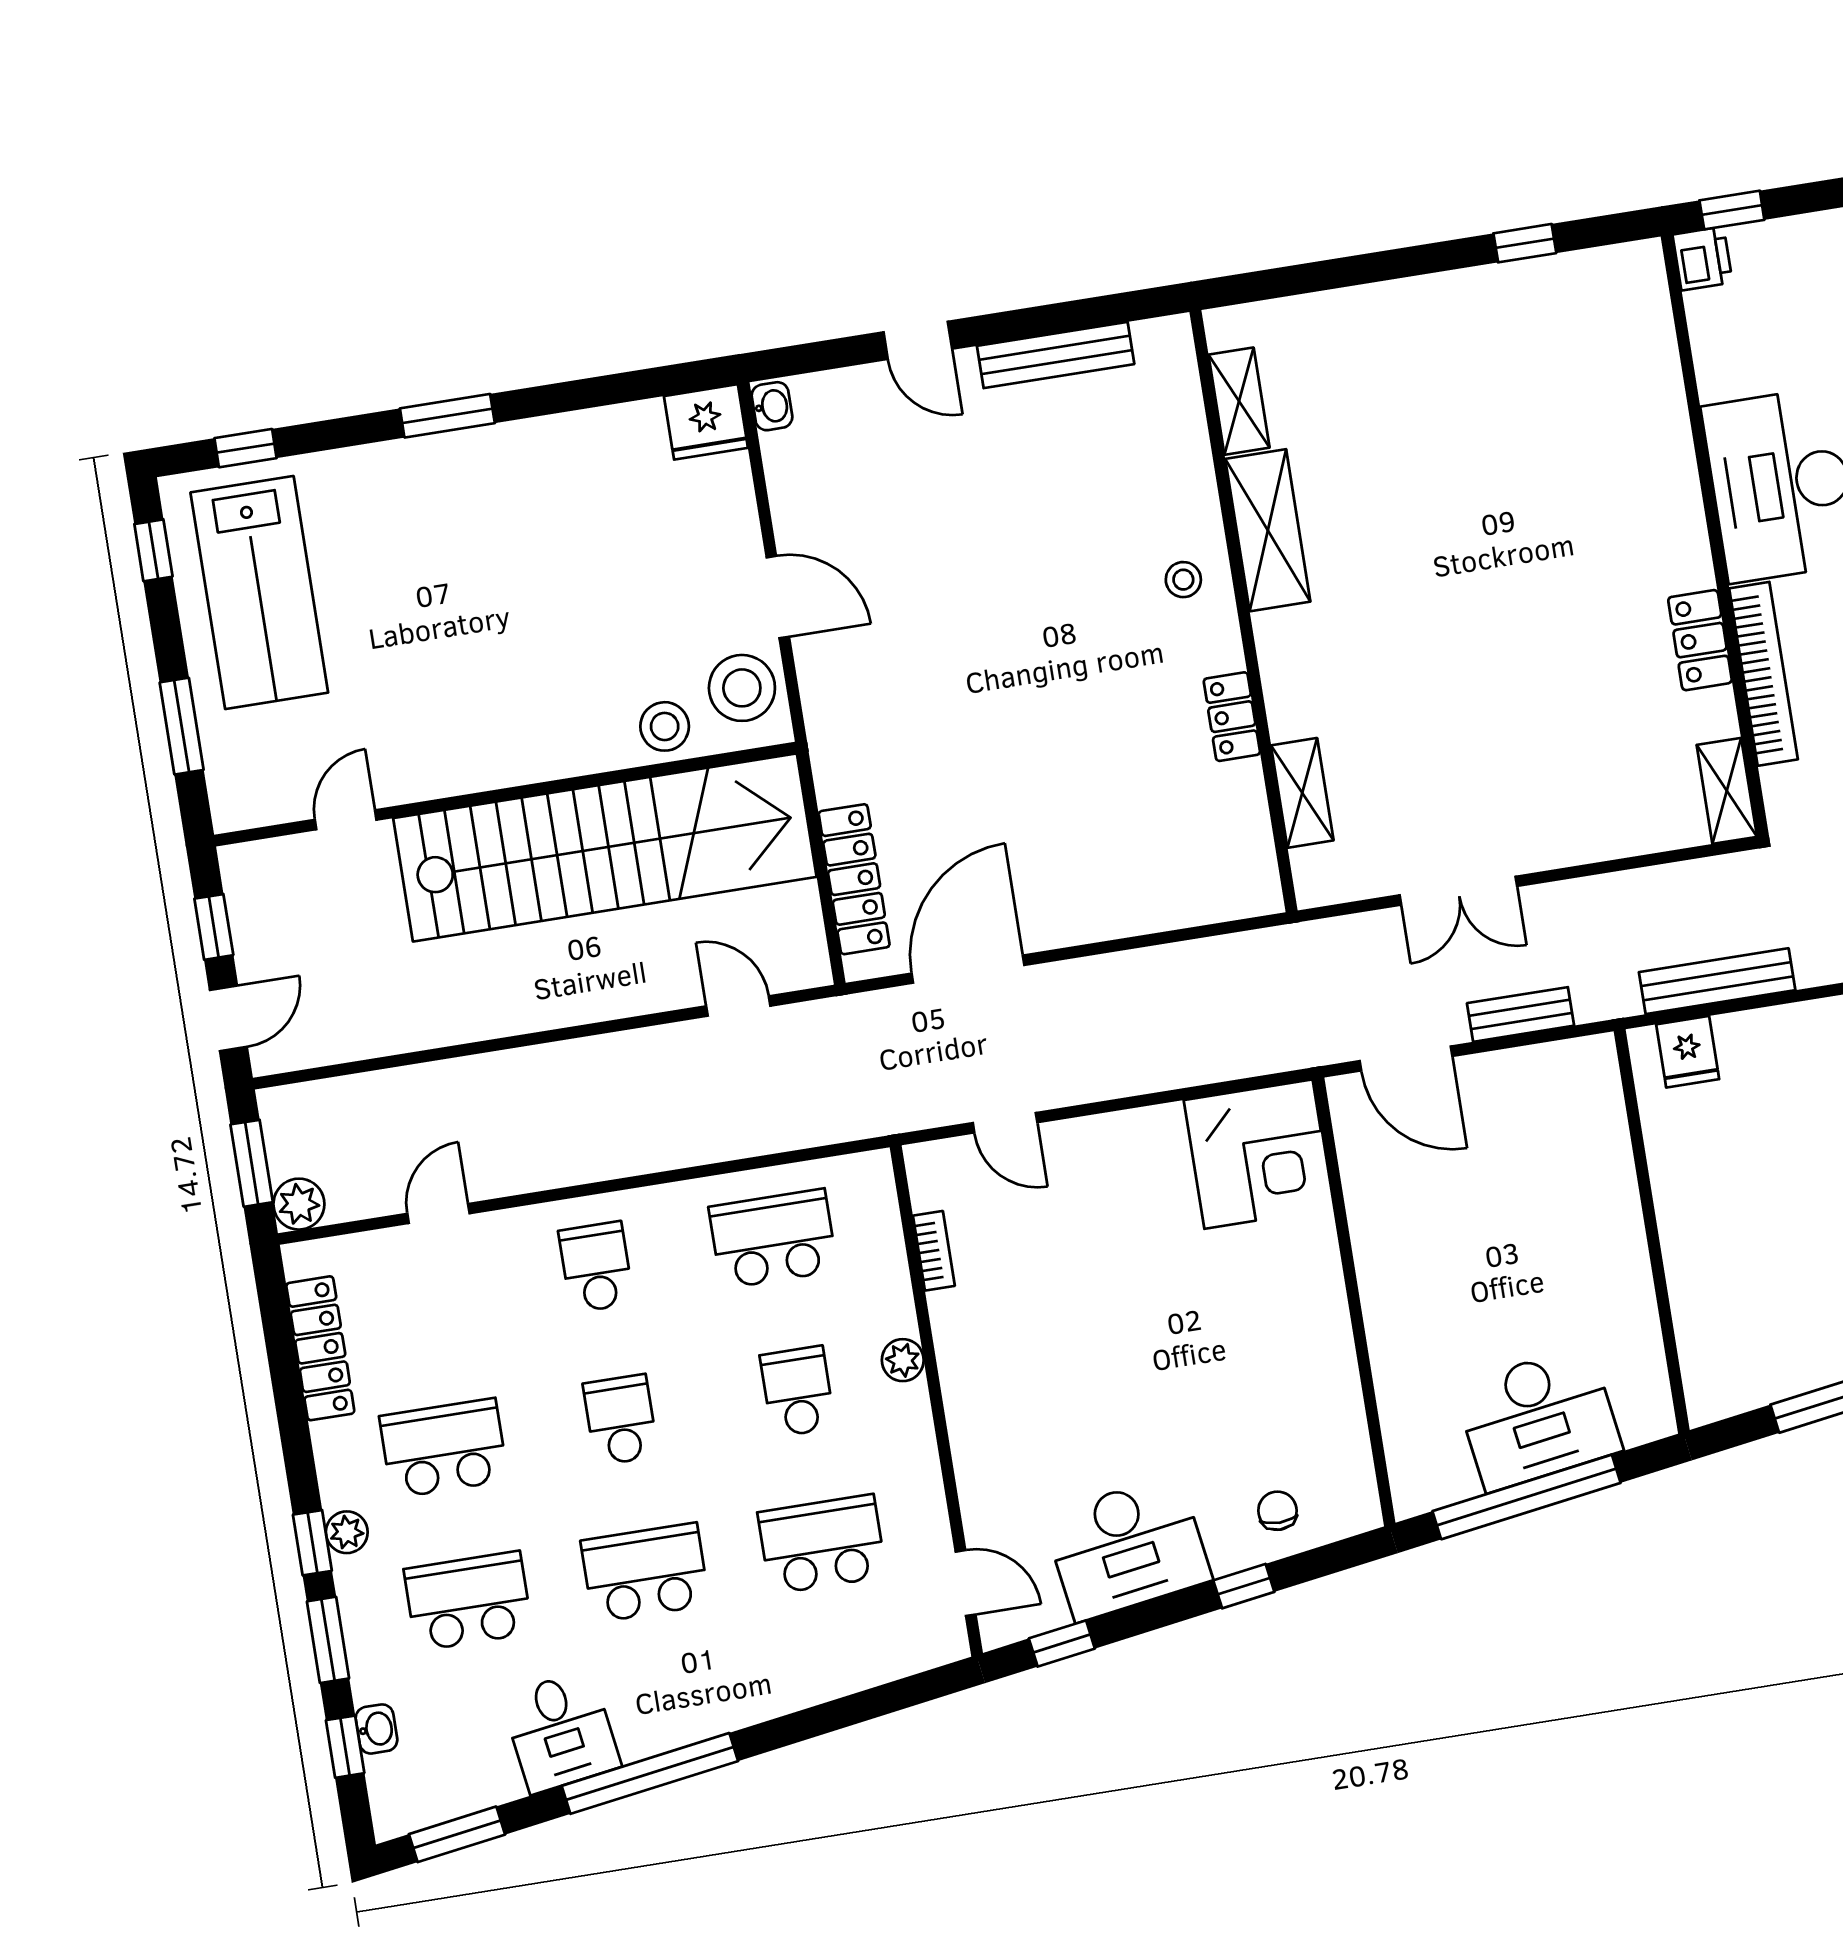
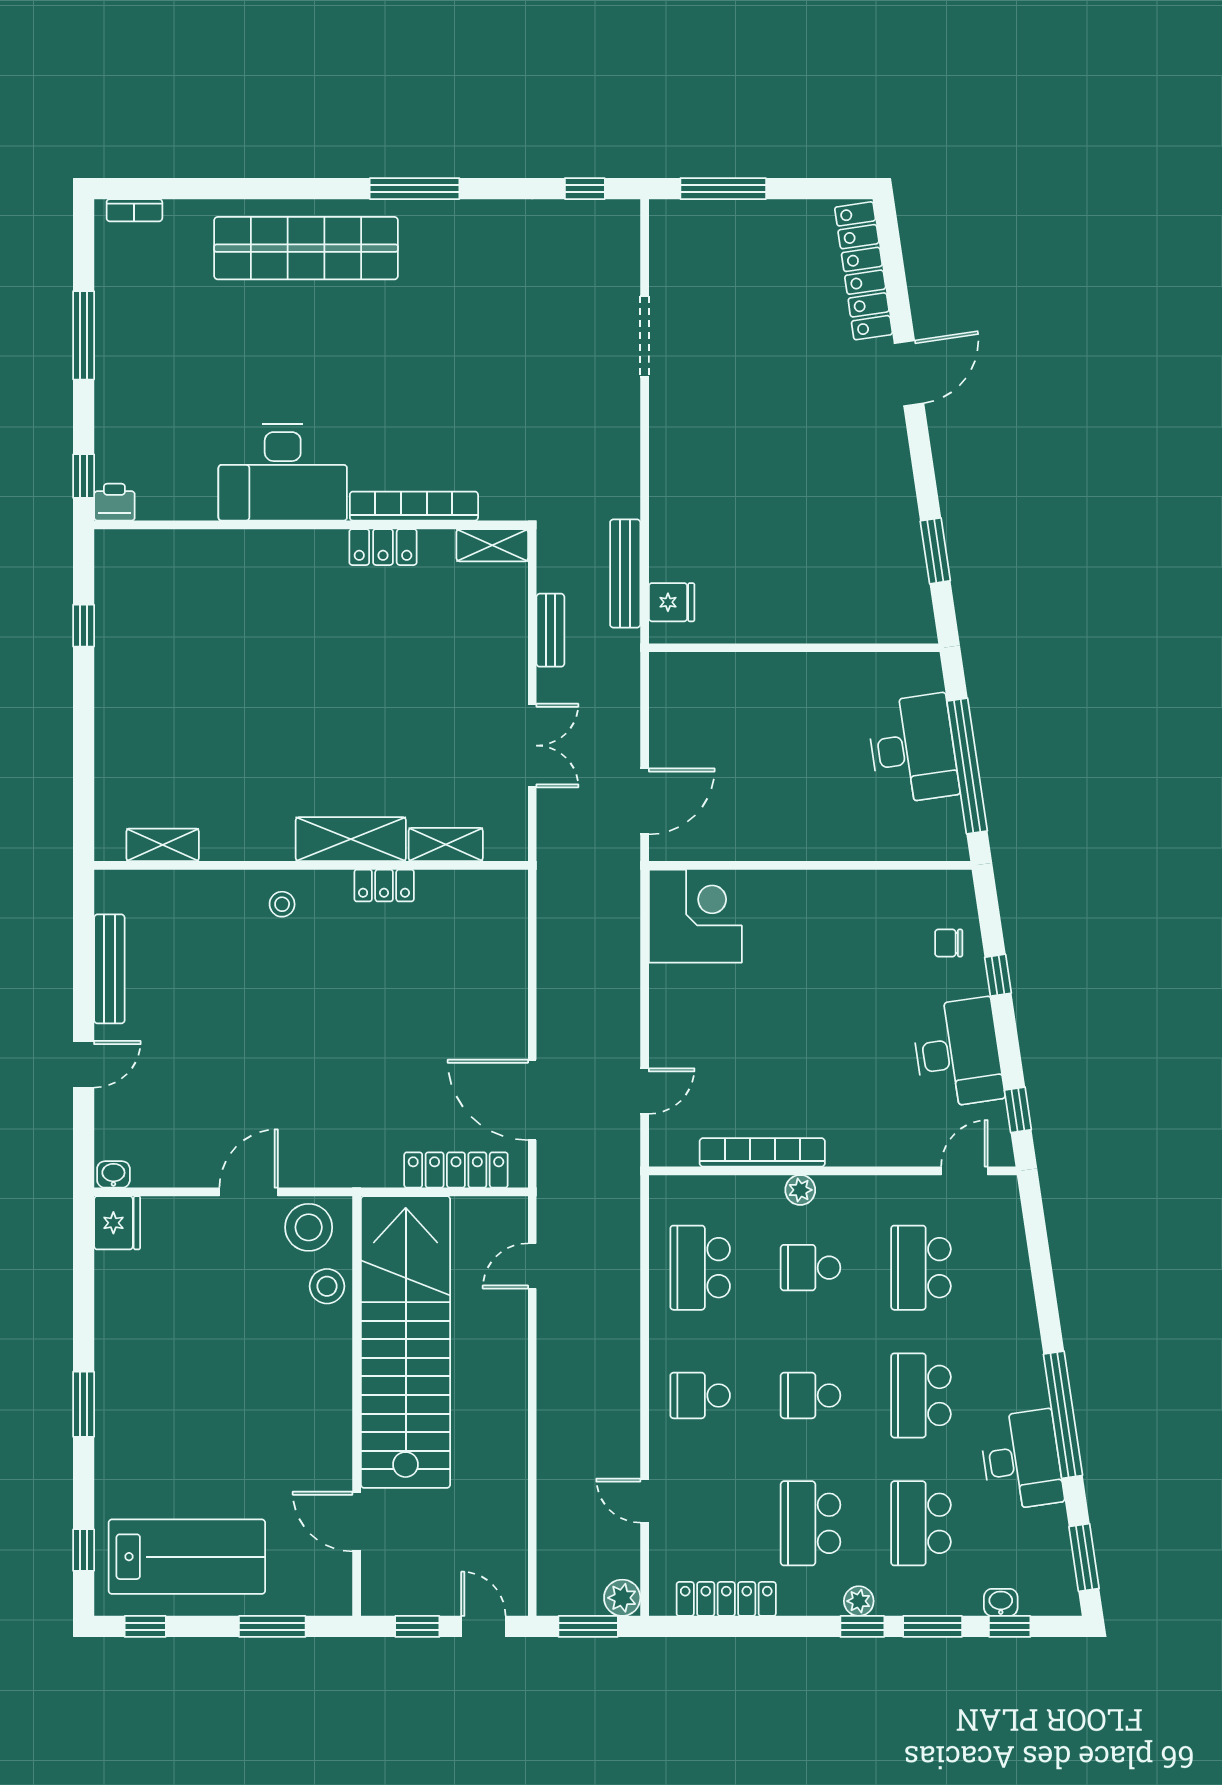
shelving: (1268, 530) -> (351, 839), moved
door: (346, 820) -> (357, 1521), width x1.38
bench: (1521, 1014) -> (550, 630), moved
bookcase: (934, 1251) -> (762, 1152), width x2.31, depth x1.31
desk: (561, 1732) -> (1021, 1460), width x1.37

